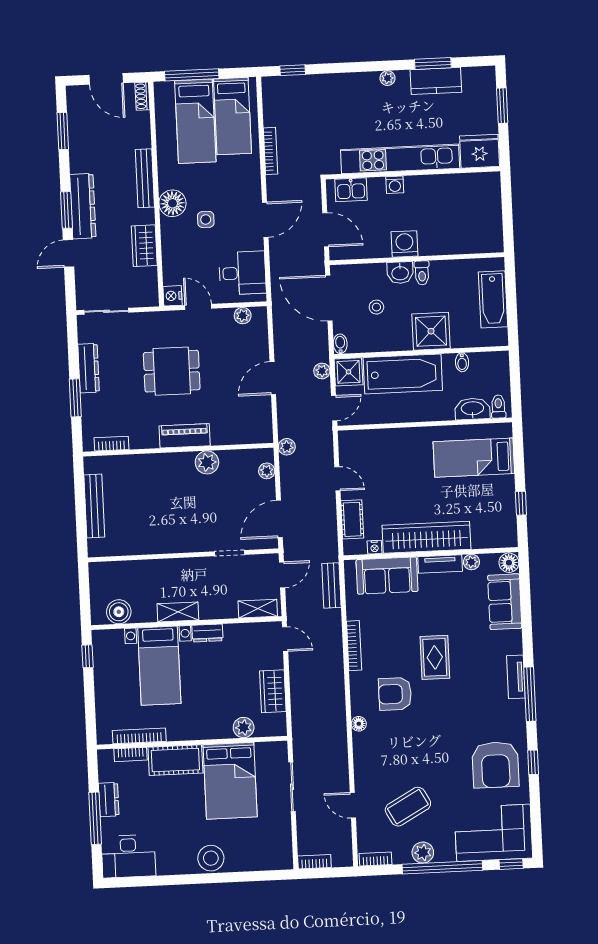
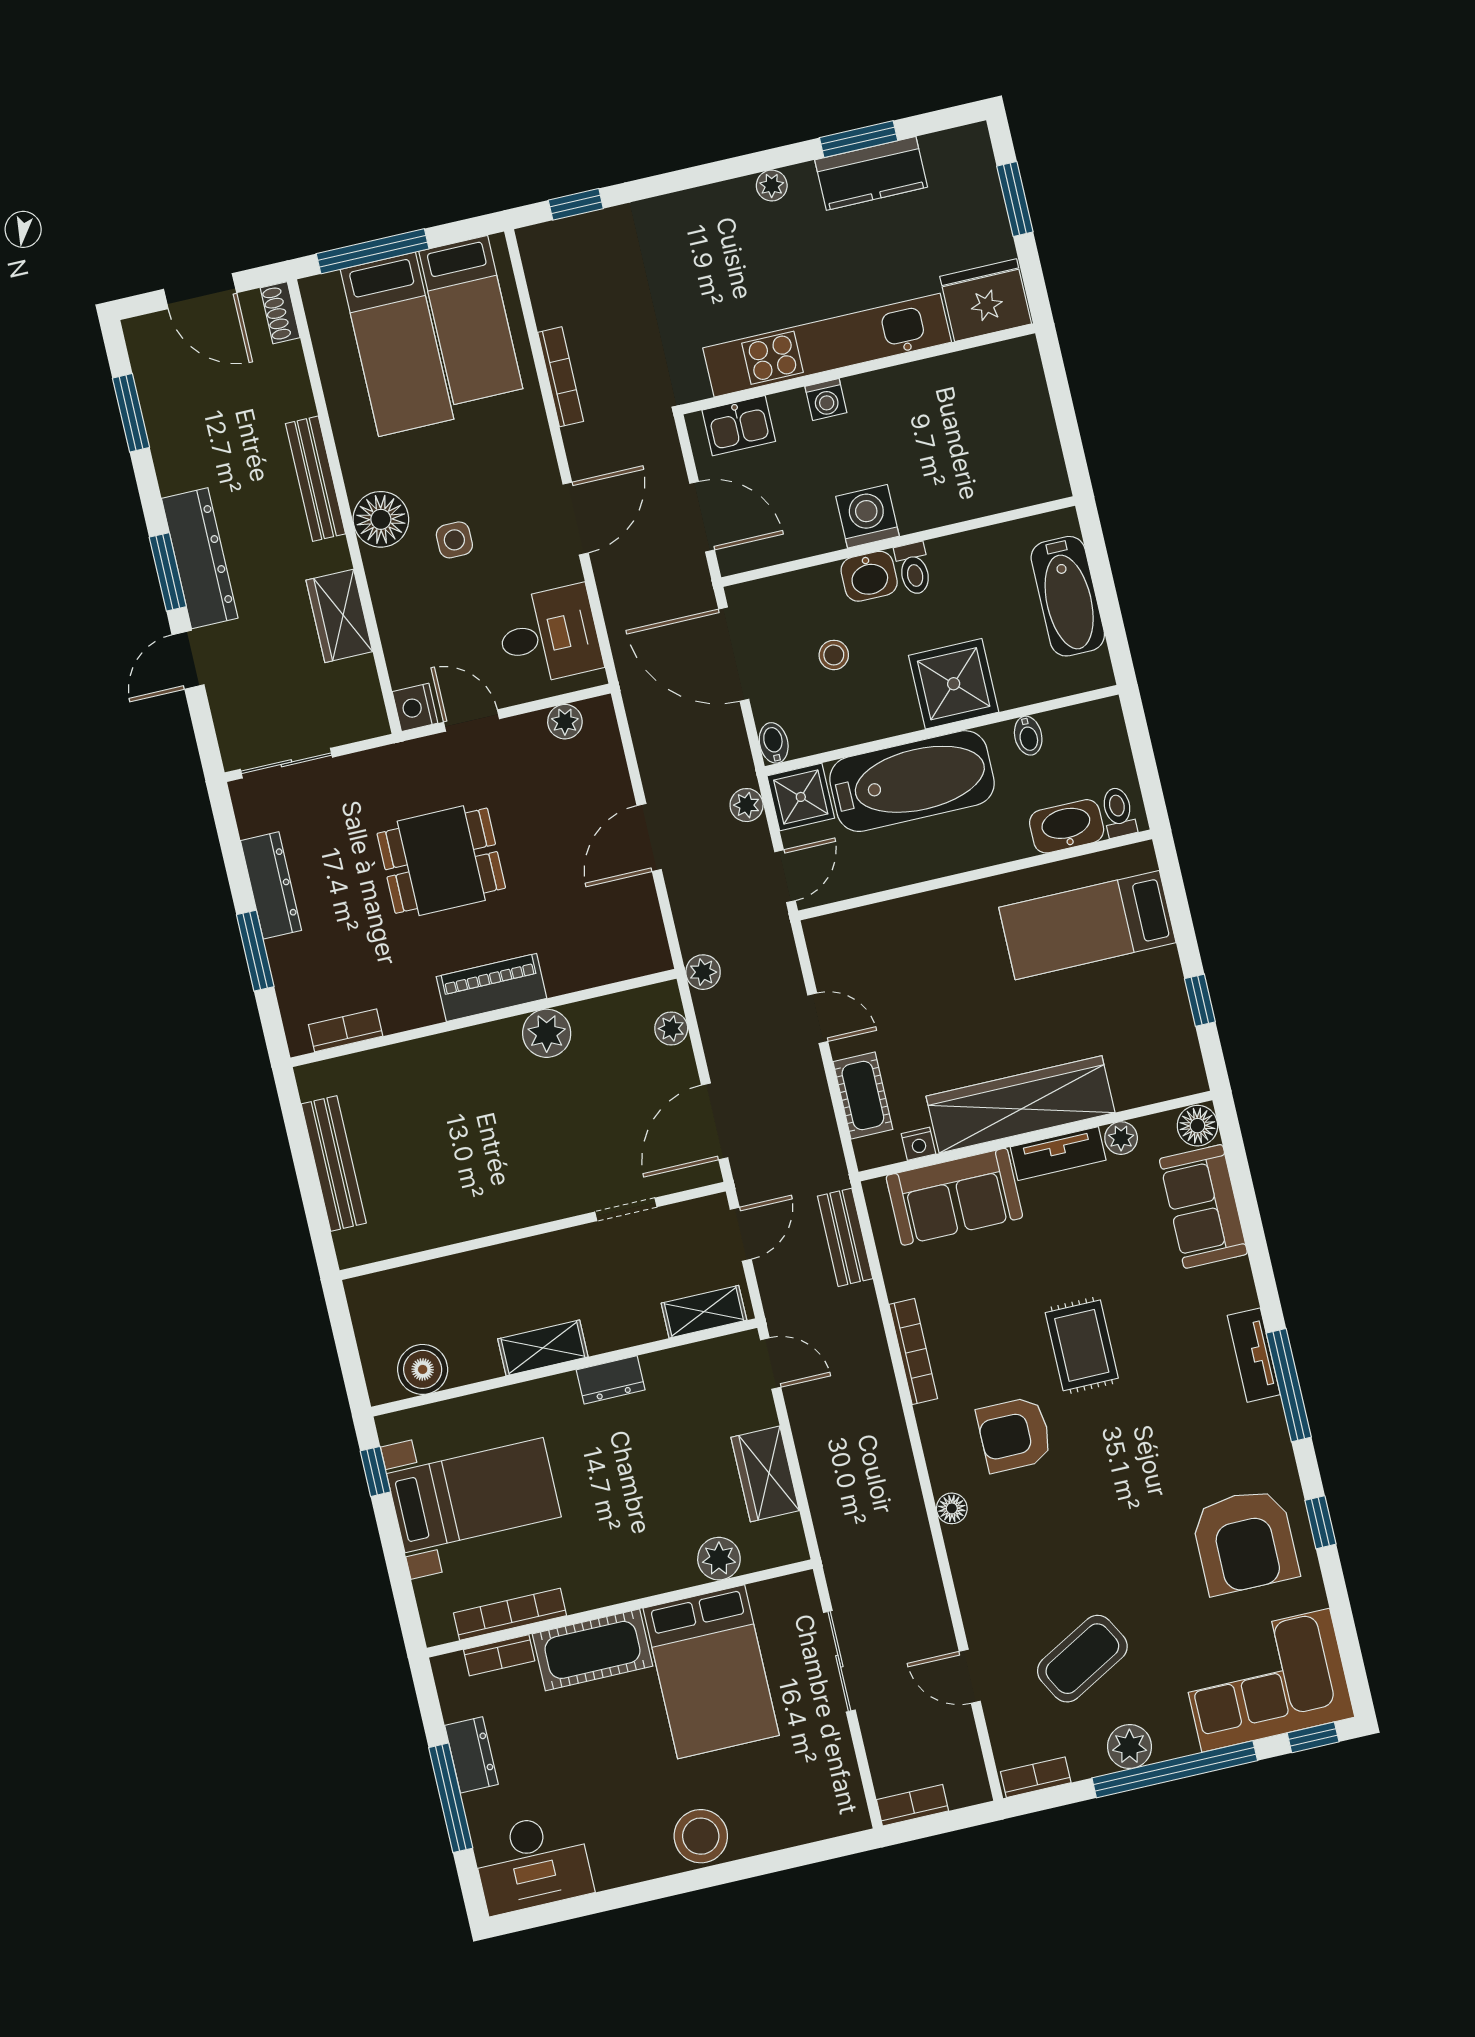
bed with nightstands: (159, 666) -> (474, 1495), moved, turned -90

